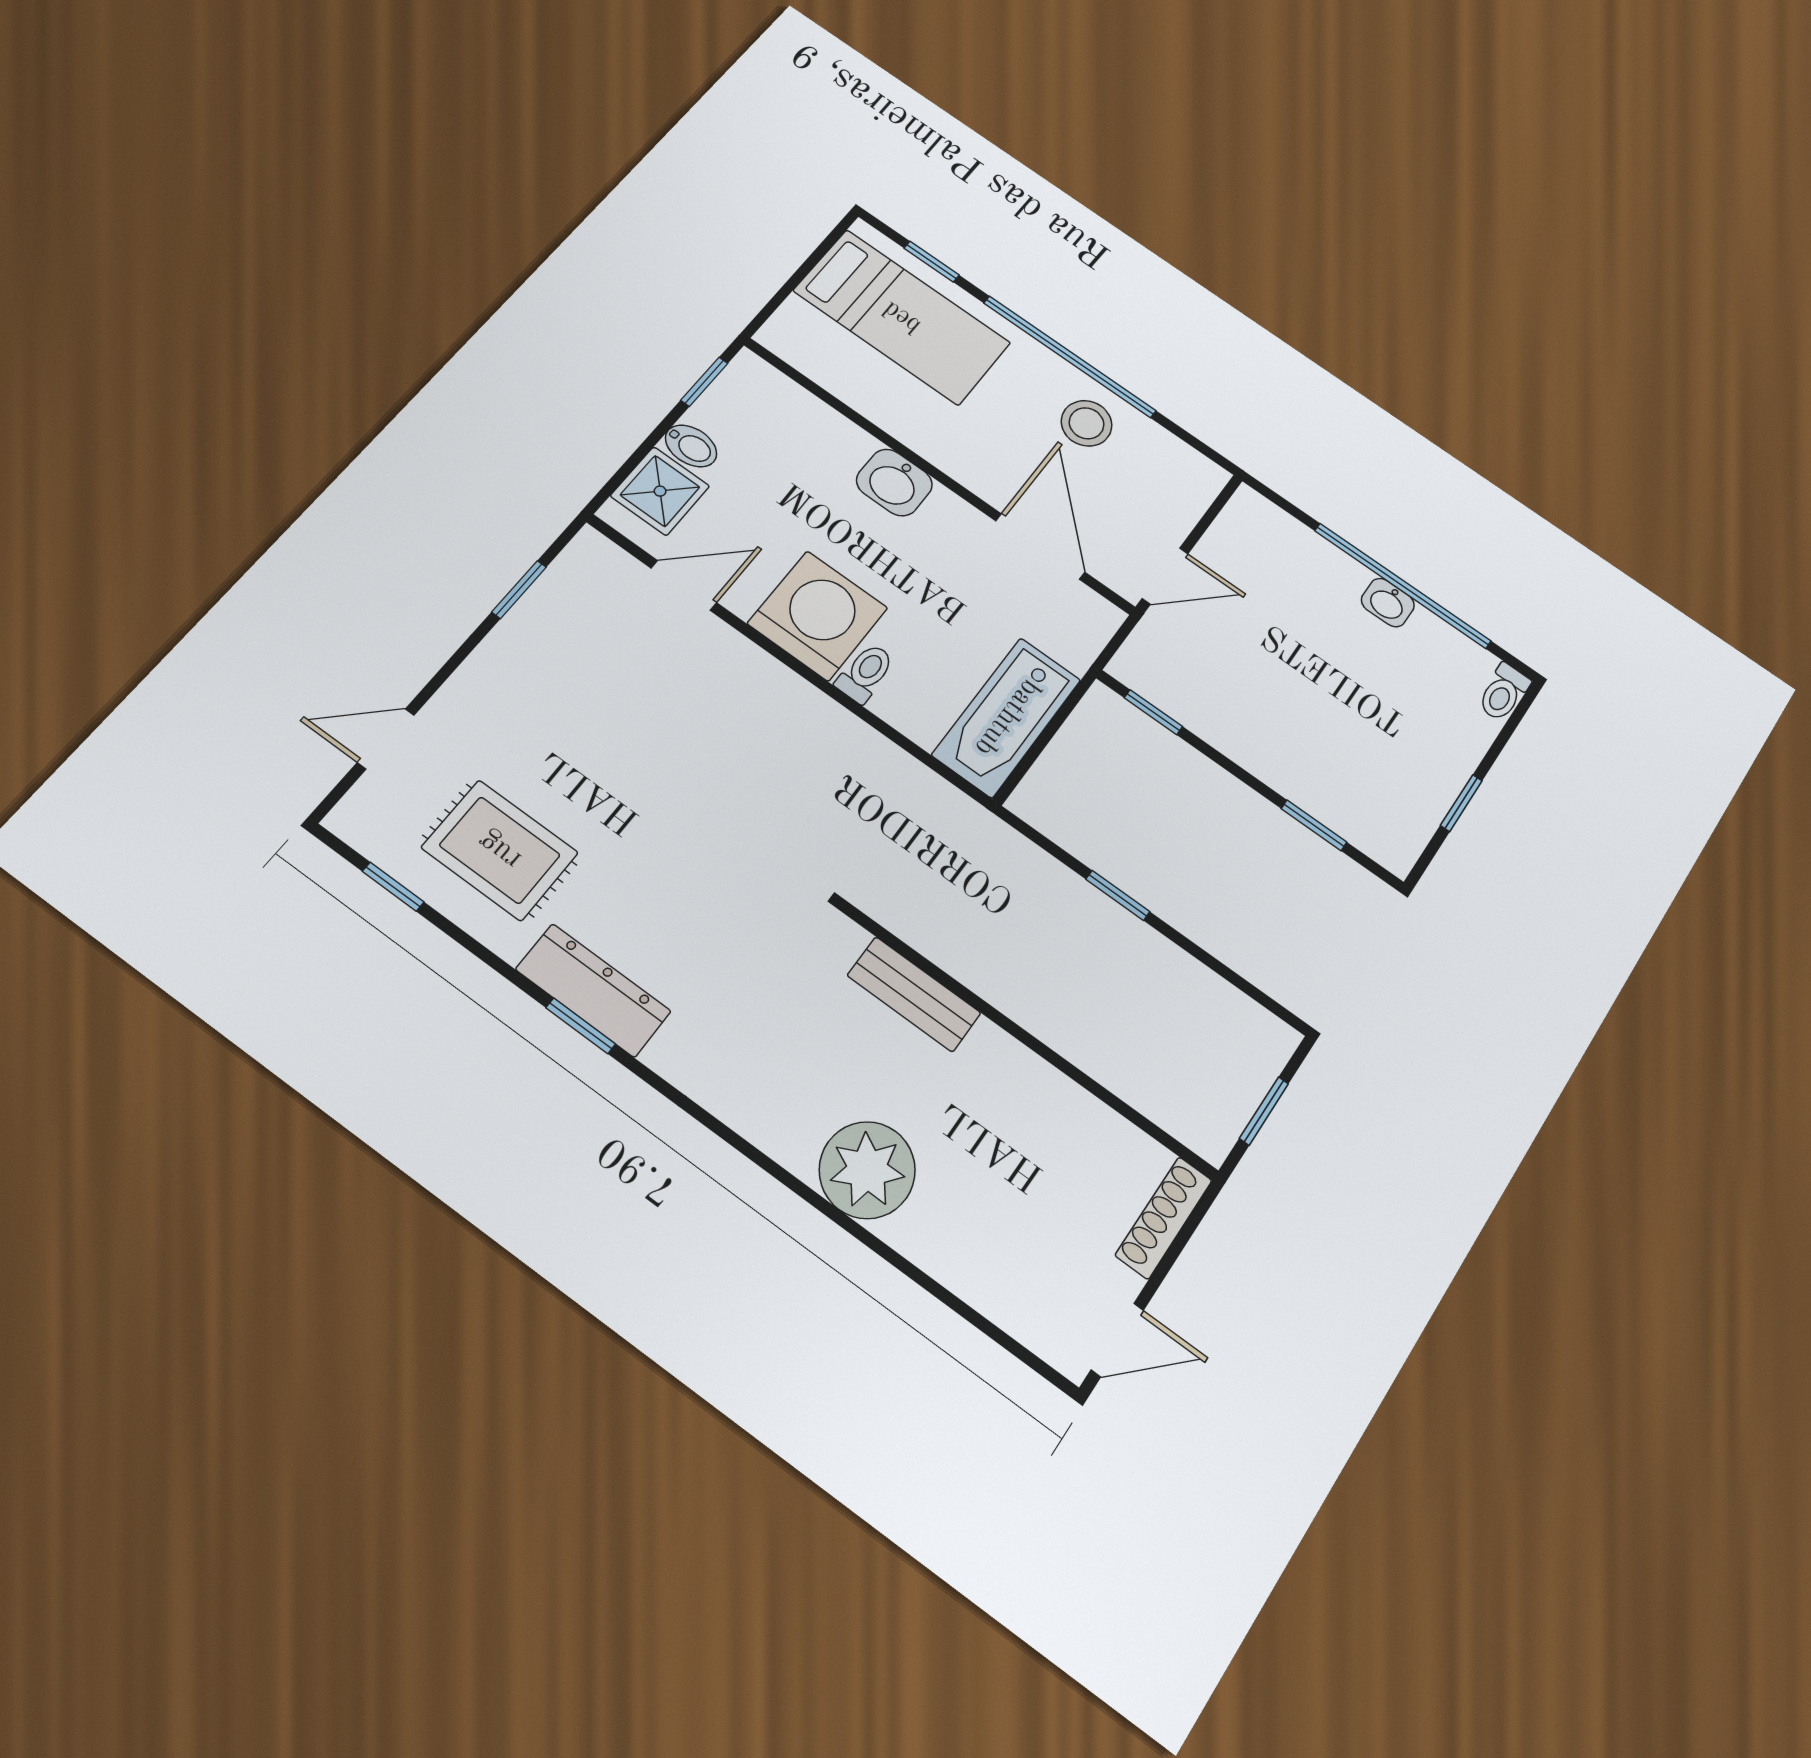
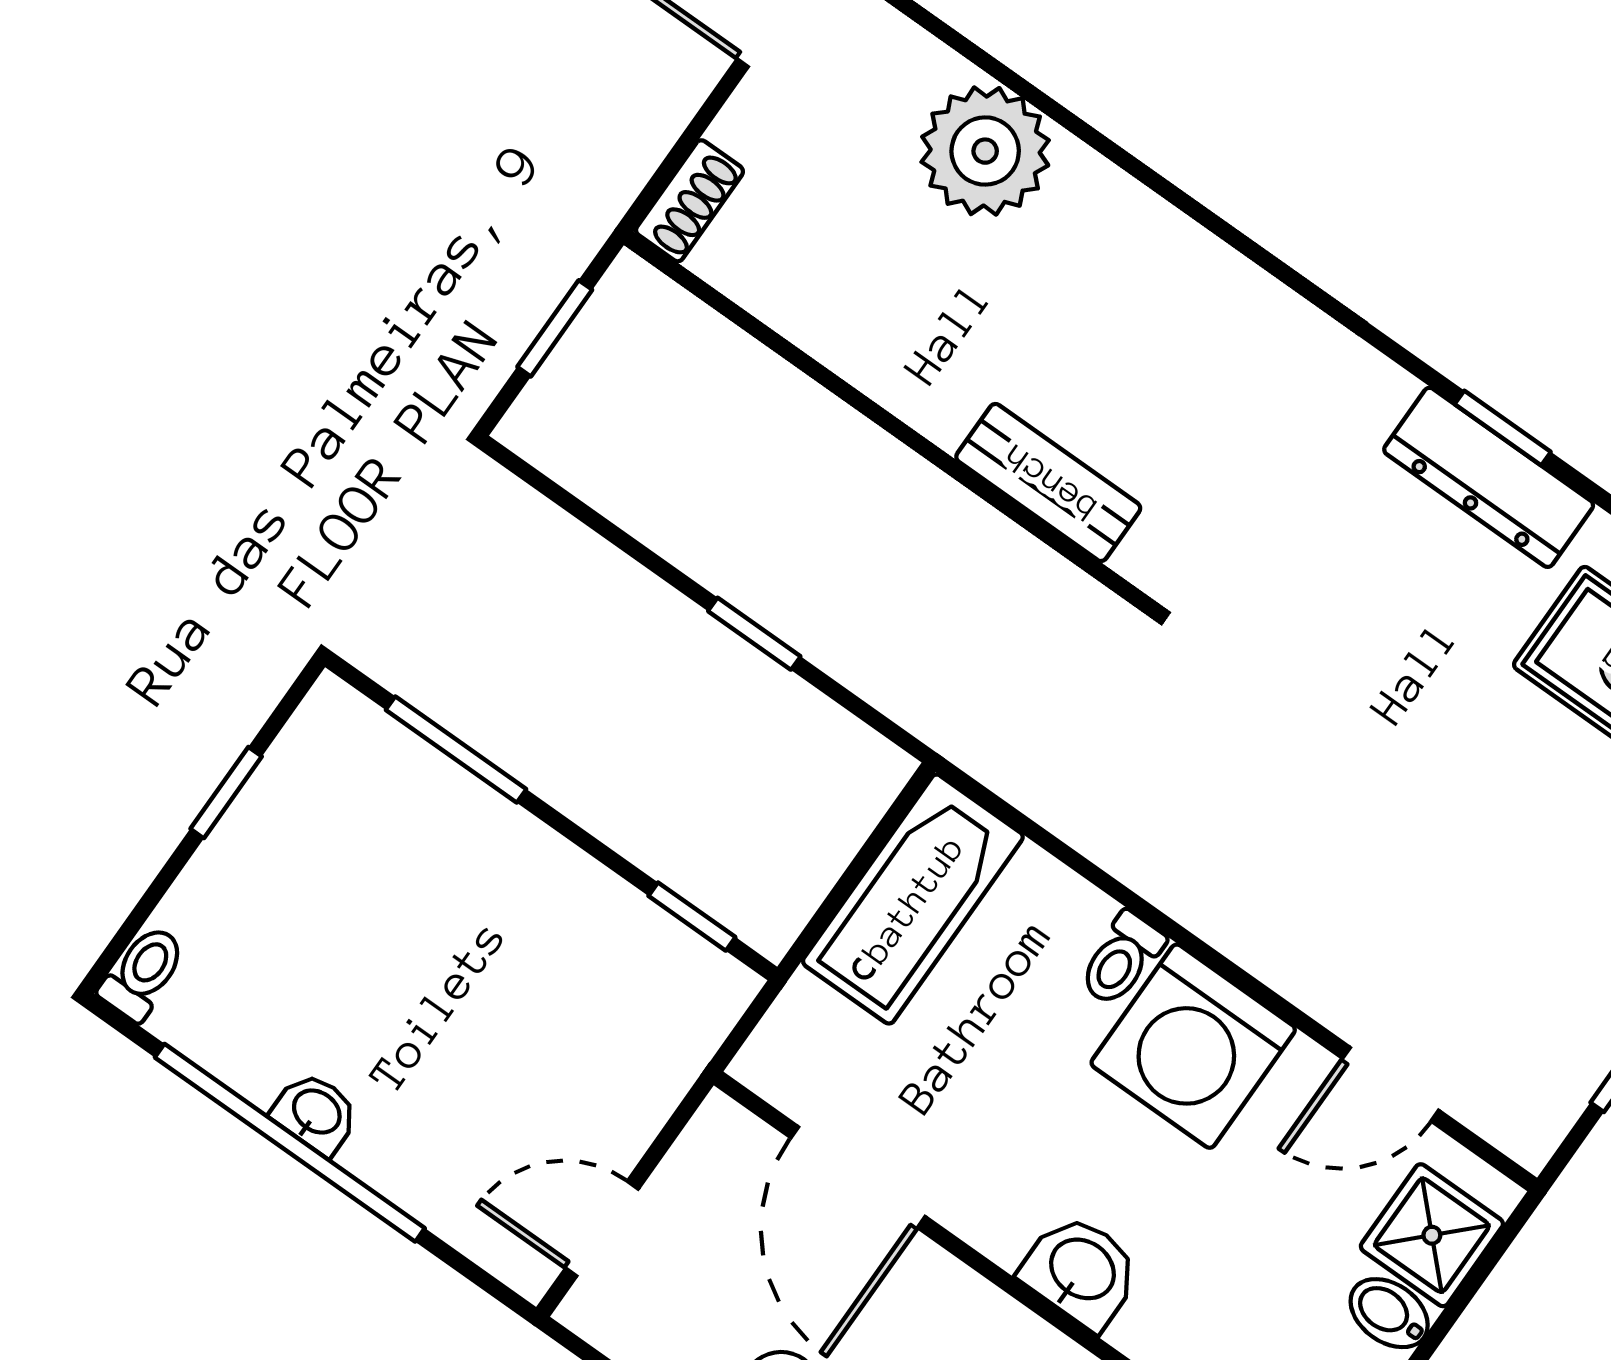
door: (1165, 576) -> (602, 1229), moved
window: (1314, 825) -> (456, 750), width x1.50
plant: (867, 1170) -> (985, 151), moved
shoe rack: (1164, 1218) -> (689, 201), width x0.70

